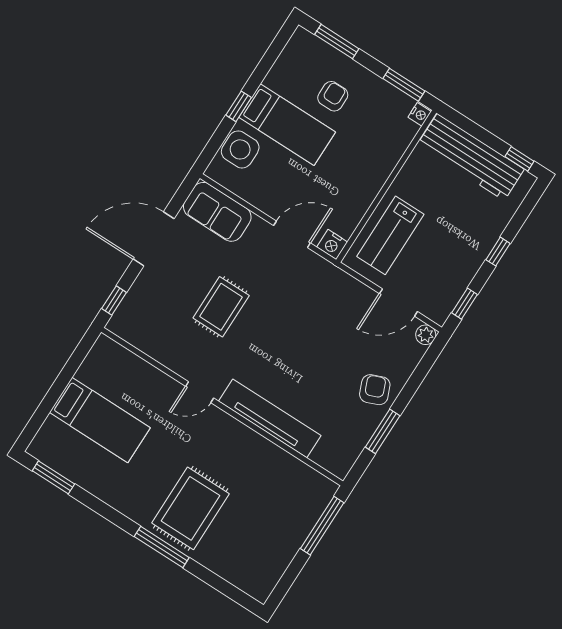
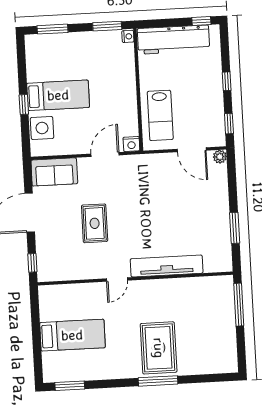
armchair: (333, 96) -> (72, 61), removed
door: (398, 303) -> (192, 150), hinge flipped
armchair: (375, 390) -> (214, 208), removed

